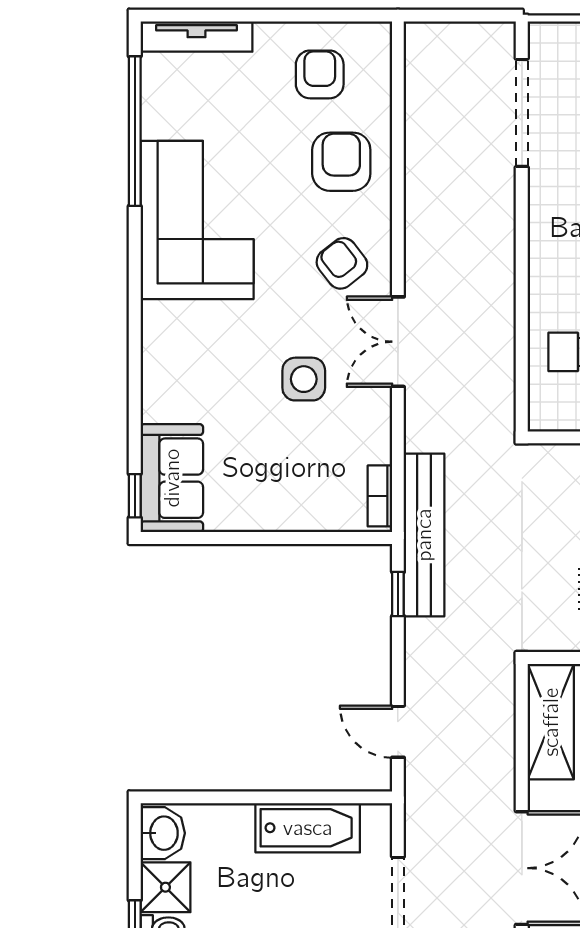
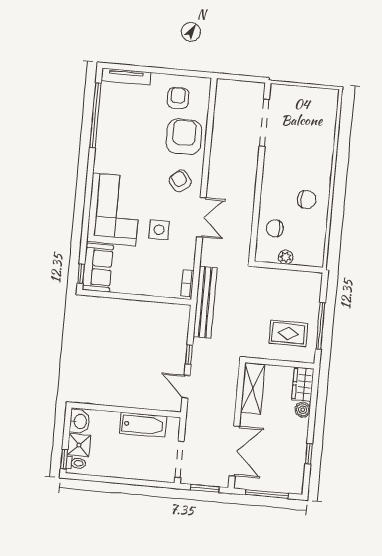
armchair: (341, 162) -> (184, 137), width x1.36, depth x1.36
corner sofa: (197, 220) -> (114, 209), moved
double door: (398, 342) -> (201, 217), swing flipped
window: (398, 594) -> (189, 355), moved

